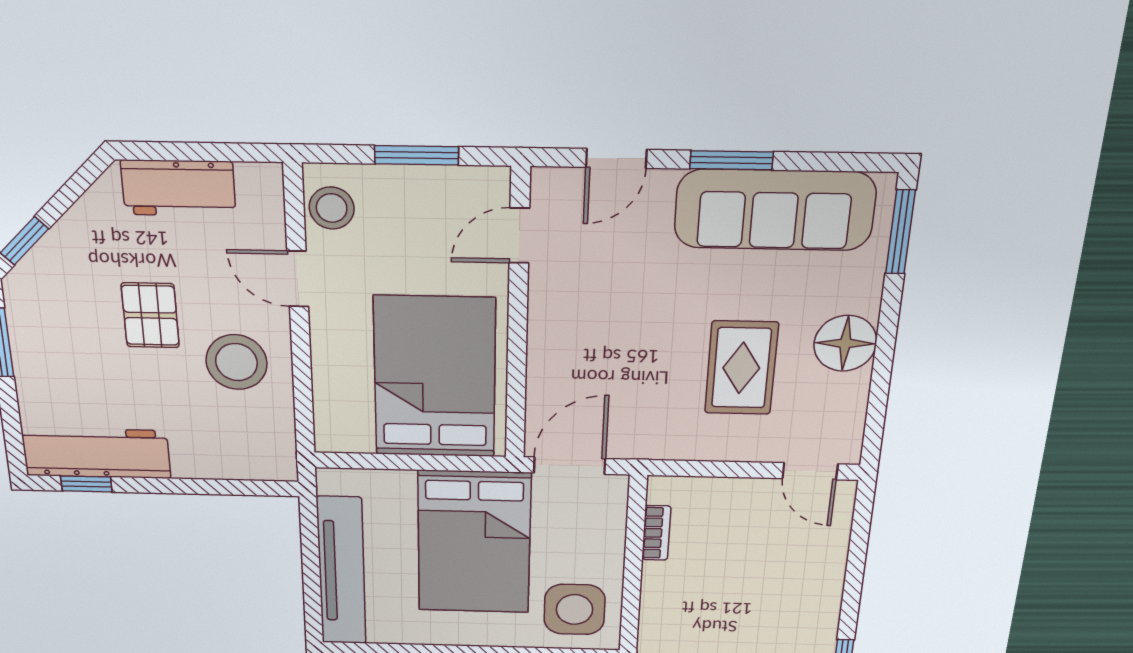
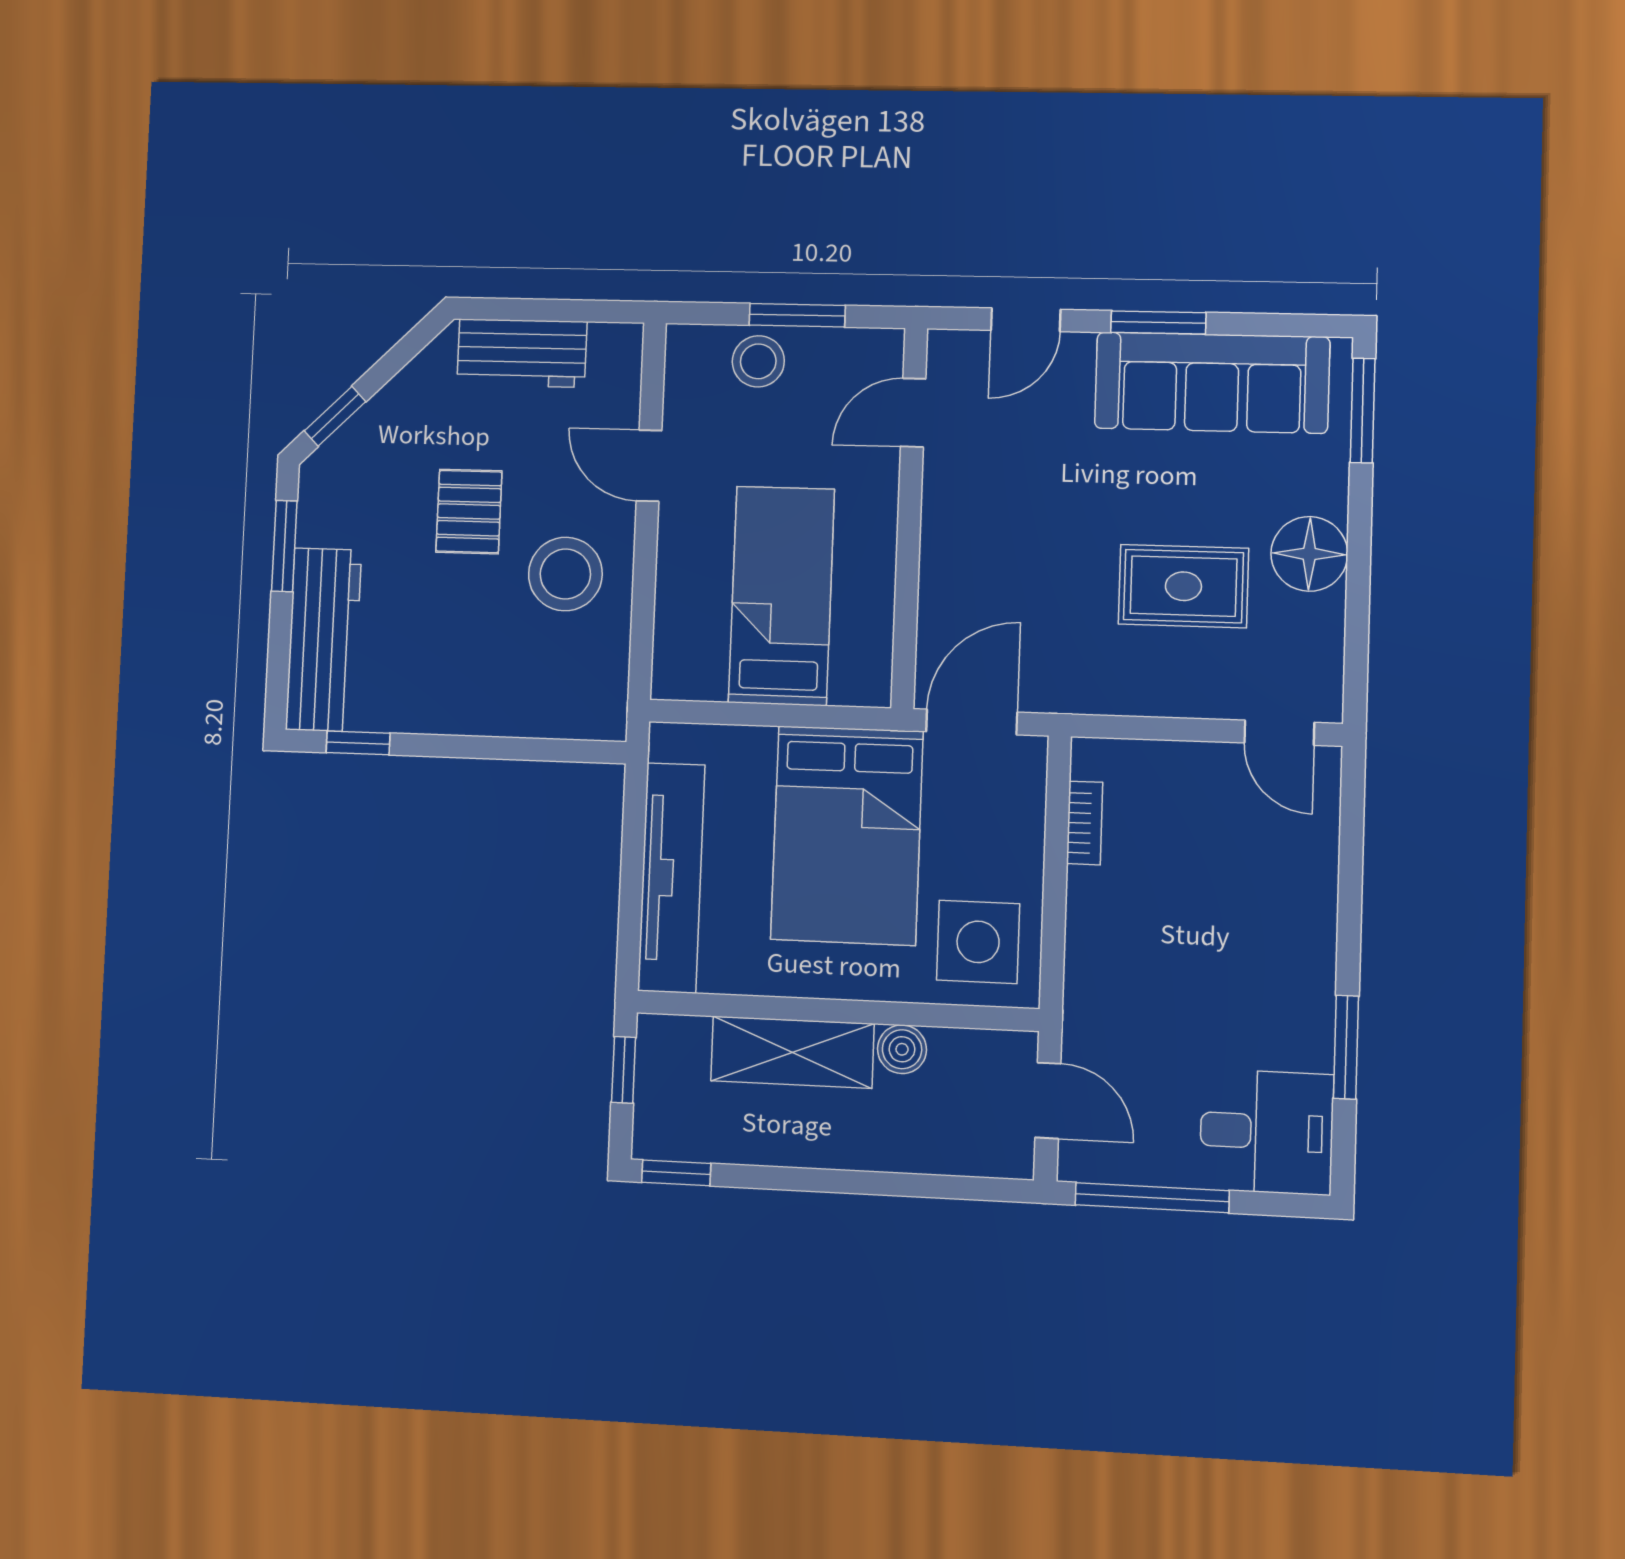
stool: (332, 208) -> (758, 361), moved
rug: (741, 368) -> (1183, 586), turned 90
bed: (435, 377) -> (781, 596), width x0.67
workbench: (96, 453) -> (324, 640), moved, turned 90

